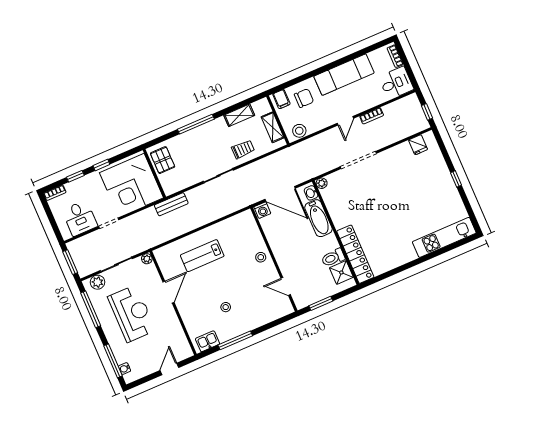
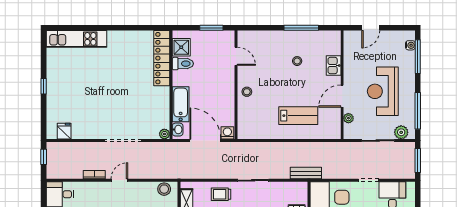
plant: (147, 259) -> (348, 118), moved
kitchen sink: (208, 341) -> (334, 66), moved, turned 90

